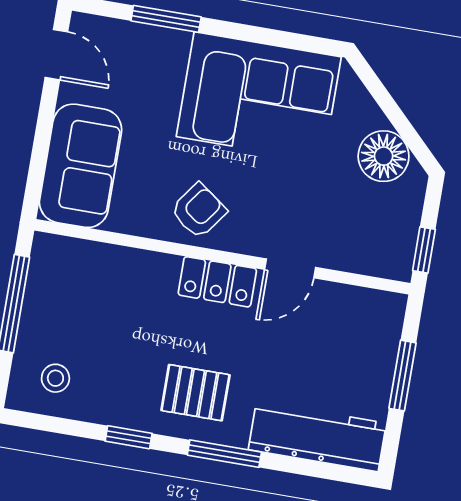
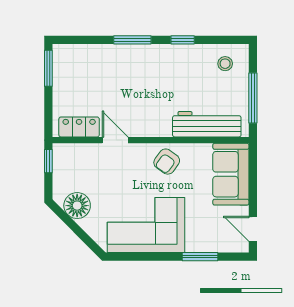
door: (290, 268) -> (115, 140), hinge flipped
locker: (217, 282) -> (79, 127), moved
window: (402, 376) -> (48, 68), moved
pallet: (195, 393) -> (152, 68), removed
workbench: (317, 436) -> (207, 124), moved, turned 180

